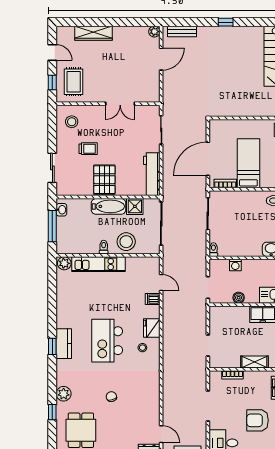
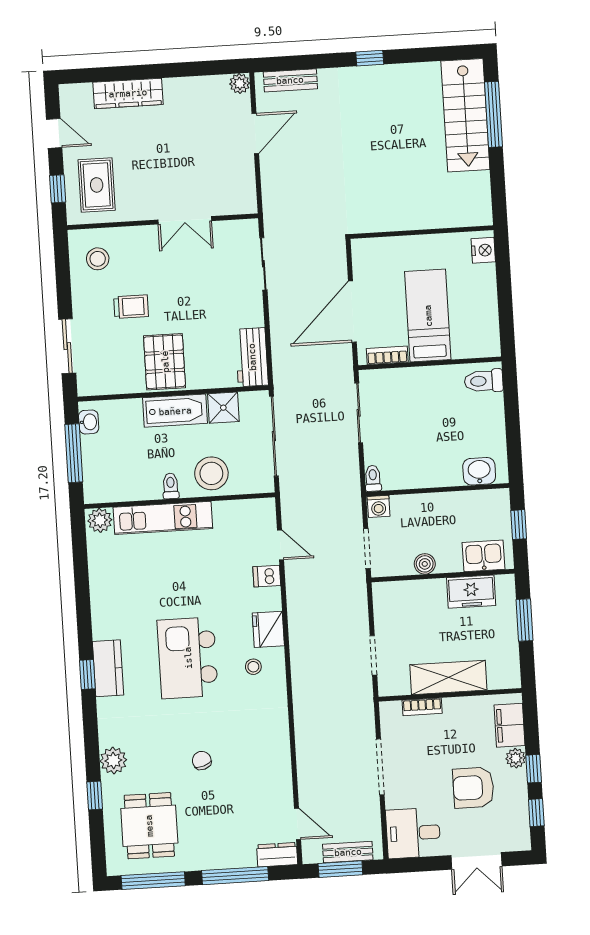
workbench: (152, 174) -> (252, 357), width x0.73
washing machine: (235, 265) -> (379, 506), moved
shelving: (254, 362) -> (448, 677), width x1.50, depth x1.33

